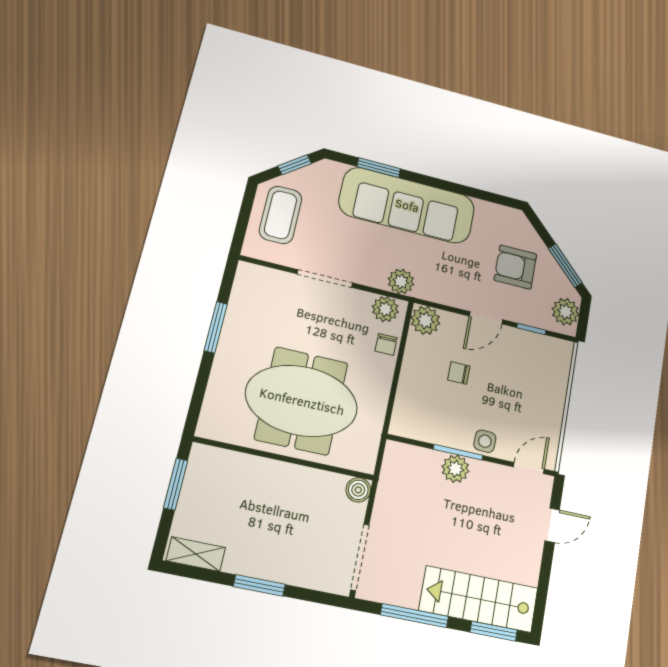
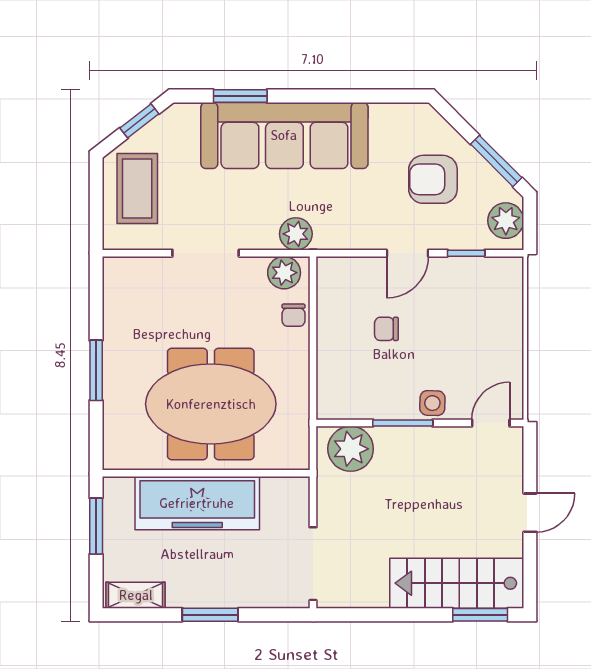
plant: (425, 320) -> (334, 275), removed
window: (216, 327) -> (96, 370), moved
plant: (455, 469) -> (351, 449), moved, width x1.36, depth x1.36
freezer: (271, 483) -> (197, 503), added
boiler: (358, 490) -> (296, 490), removed
door: (552, 525) -> (530, 513), moved
window: (415, 616) -> (387, 615), removed

